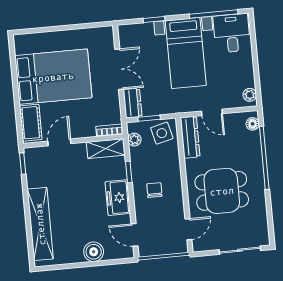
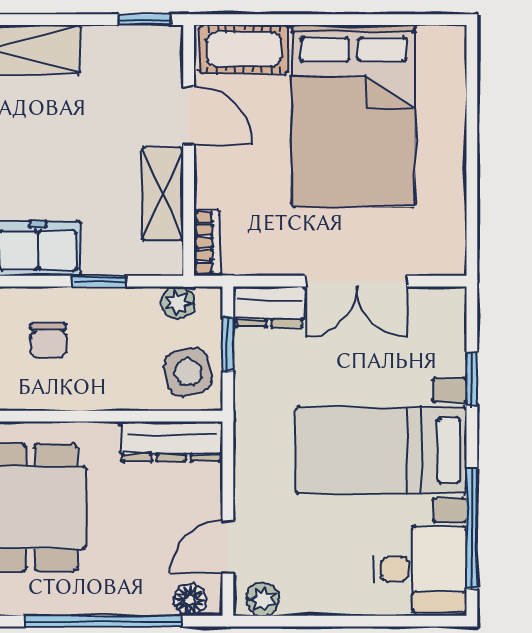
door: (212, 112) -> (228, 547), moved
shelving: (106, 149) -> (162, 193), moved
chair: (154, 190) -> (48, 341), turned 90

